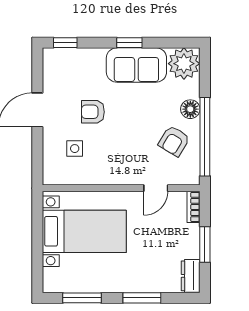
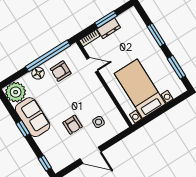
armchair: (174, 141) -> (61, 71), turned 149
dresser: (191, 276) -> (109, 28), moved

